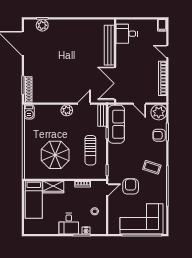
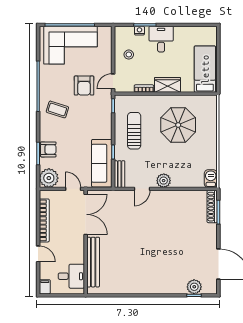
desk: (127, 34) -> (71, 276), moved
bench: (109, 45) -> (93, 262), moved
wall: (115, 61) -> (86, 242), moved
double door: (115, 83) -> (86, 214), moved
wardrobe: (53, 187) -> (168, 85), moved

